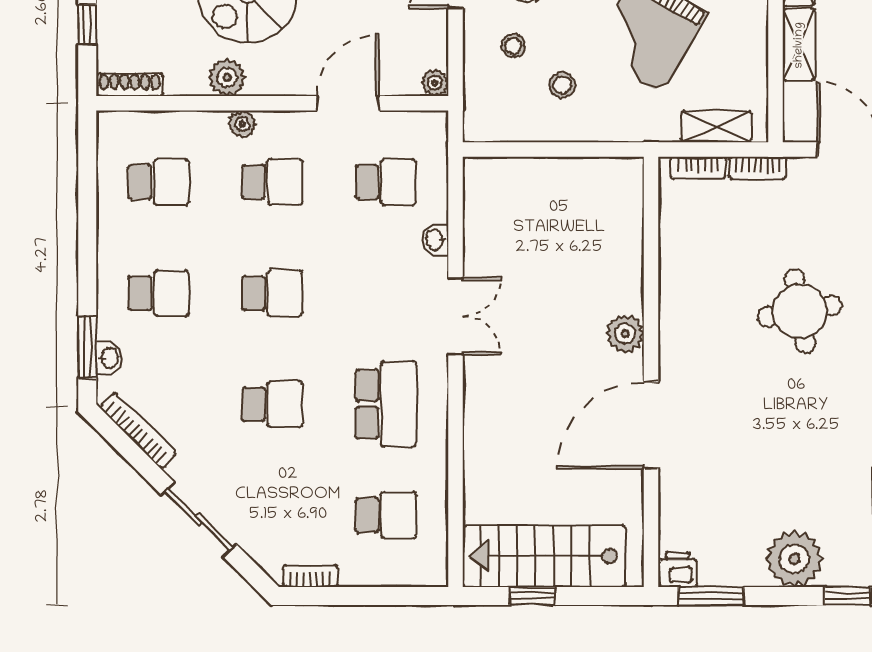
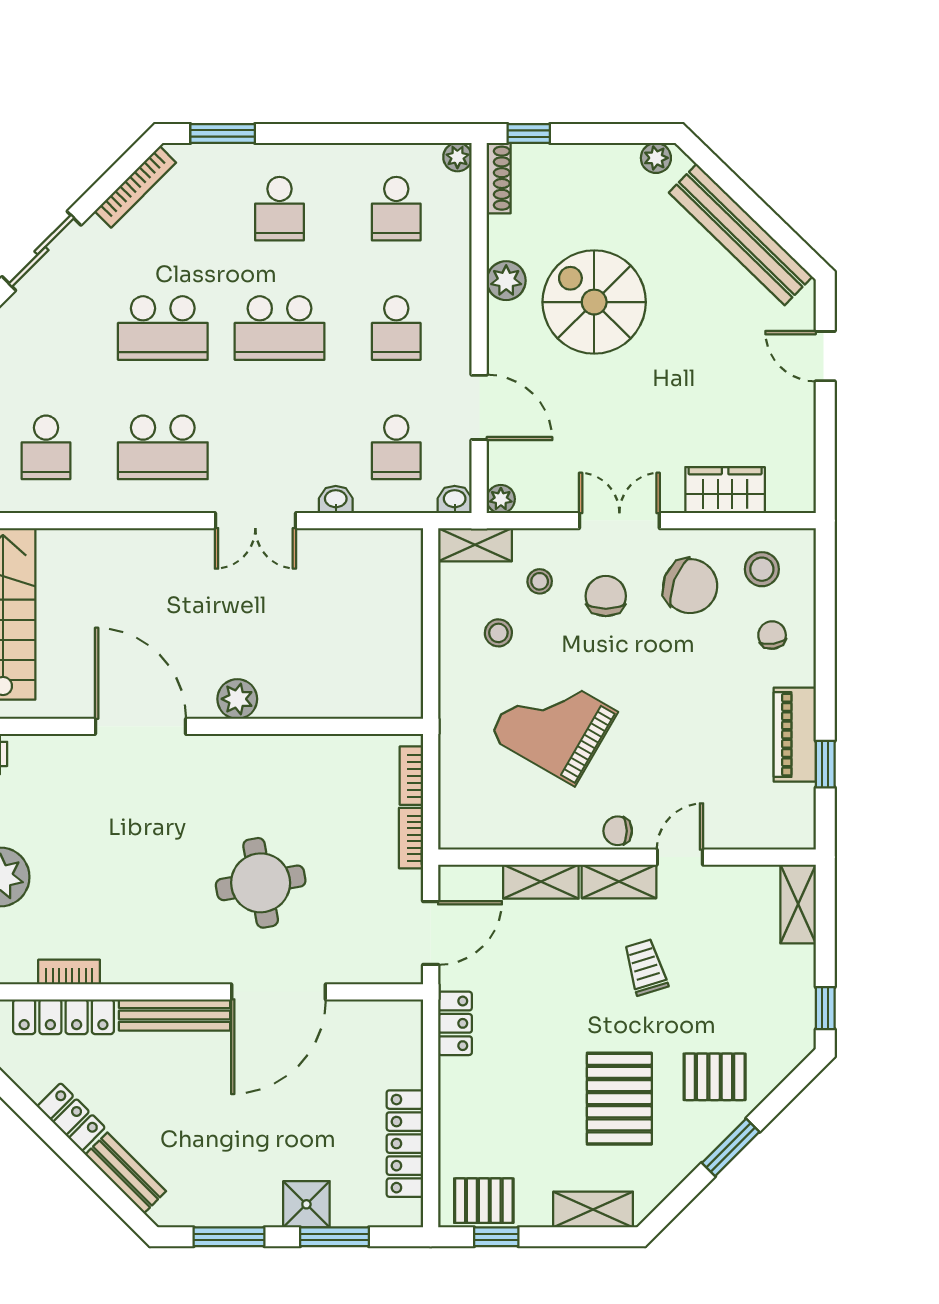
window: (87, 25) -> (529, 134), moved
plant: (242, 124) -> (457, 157), moved
shelving: (716, 127) -> (475, 545), moved, turned 90
school desk: (272, 293) -> (280, 328), width x1.85
washbasin: (109, 358) -> (455, 499), moved, turned 180
school desk: (272, 404) -> (163, 328), width x1.85

